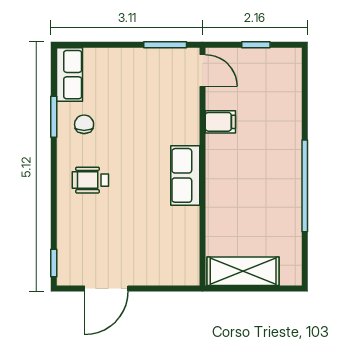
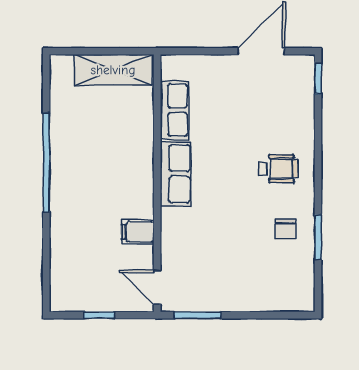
row of seats: (70, 75) -> (174, 110), moved, turned 180

